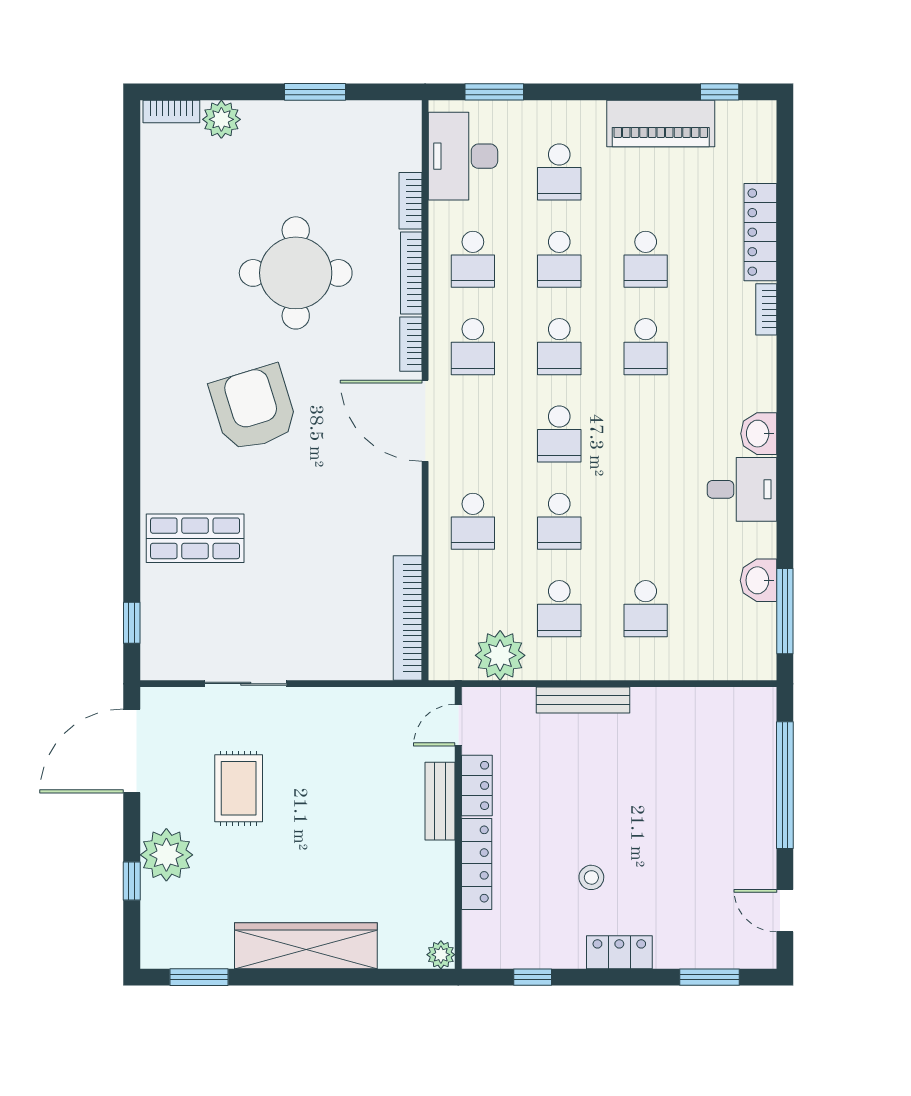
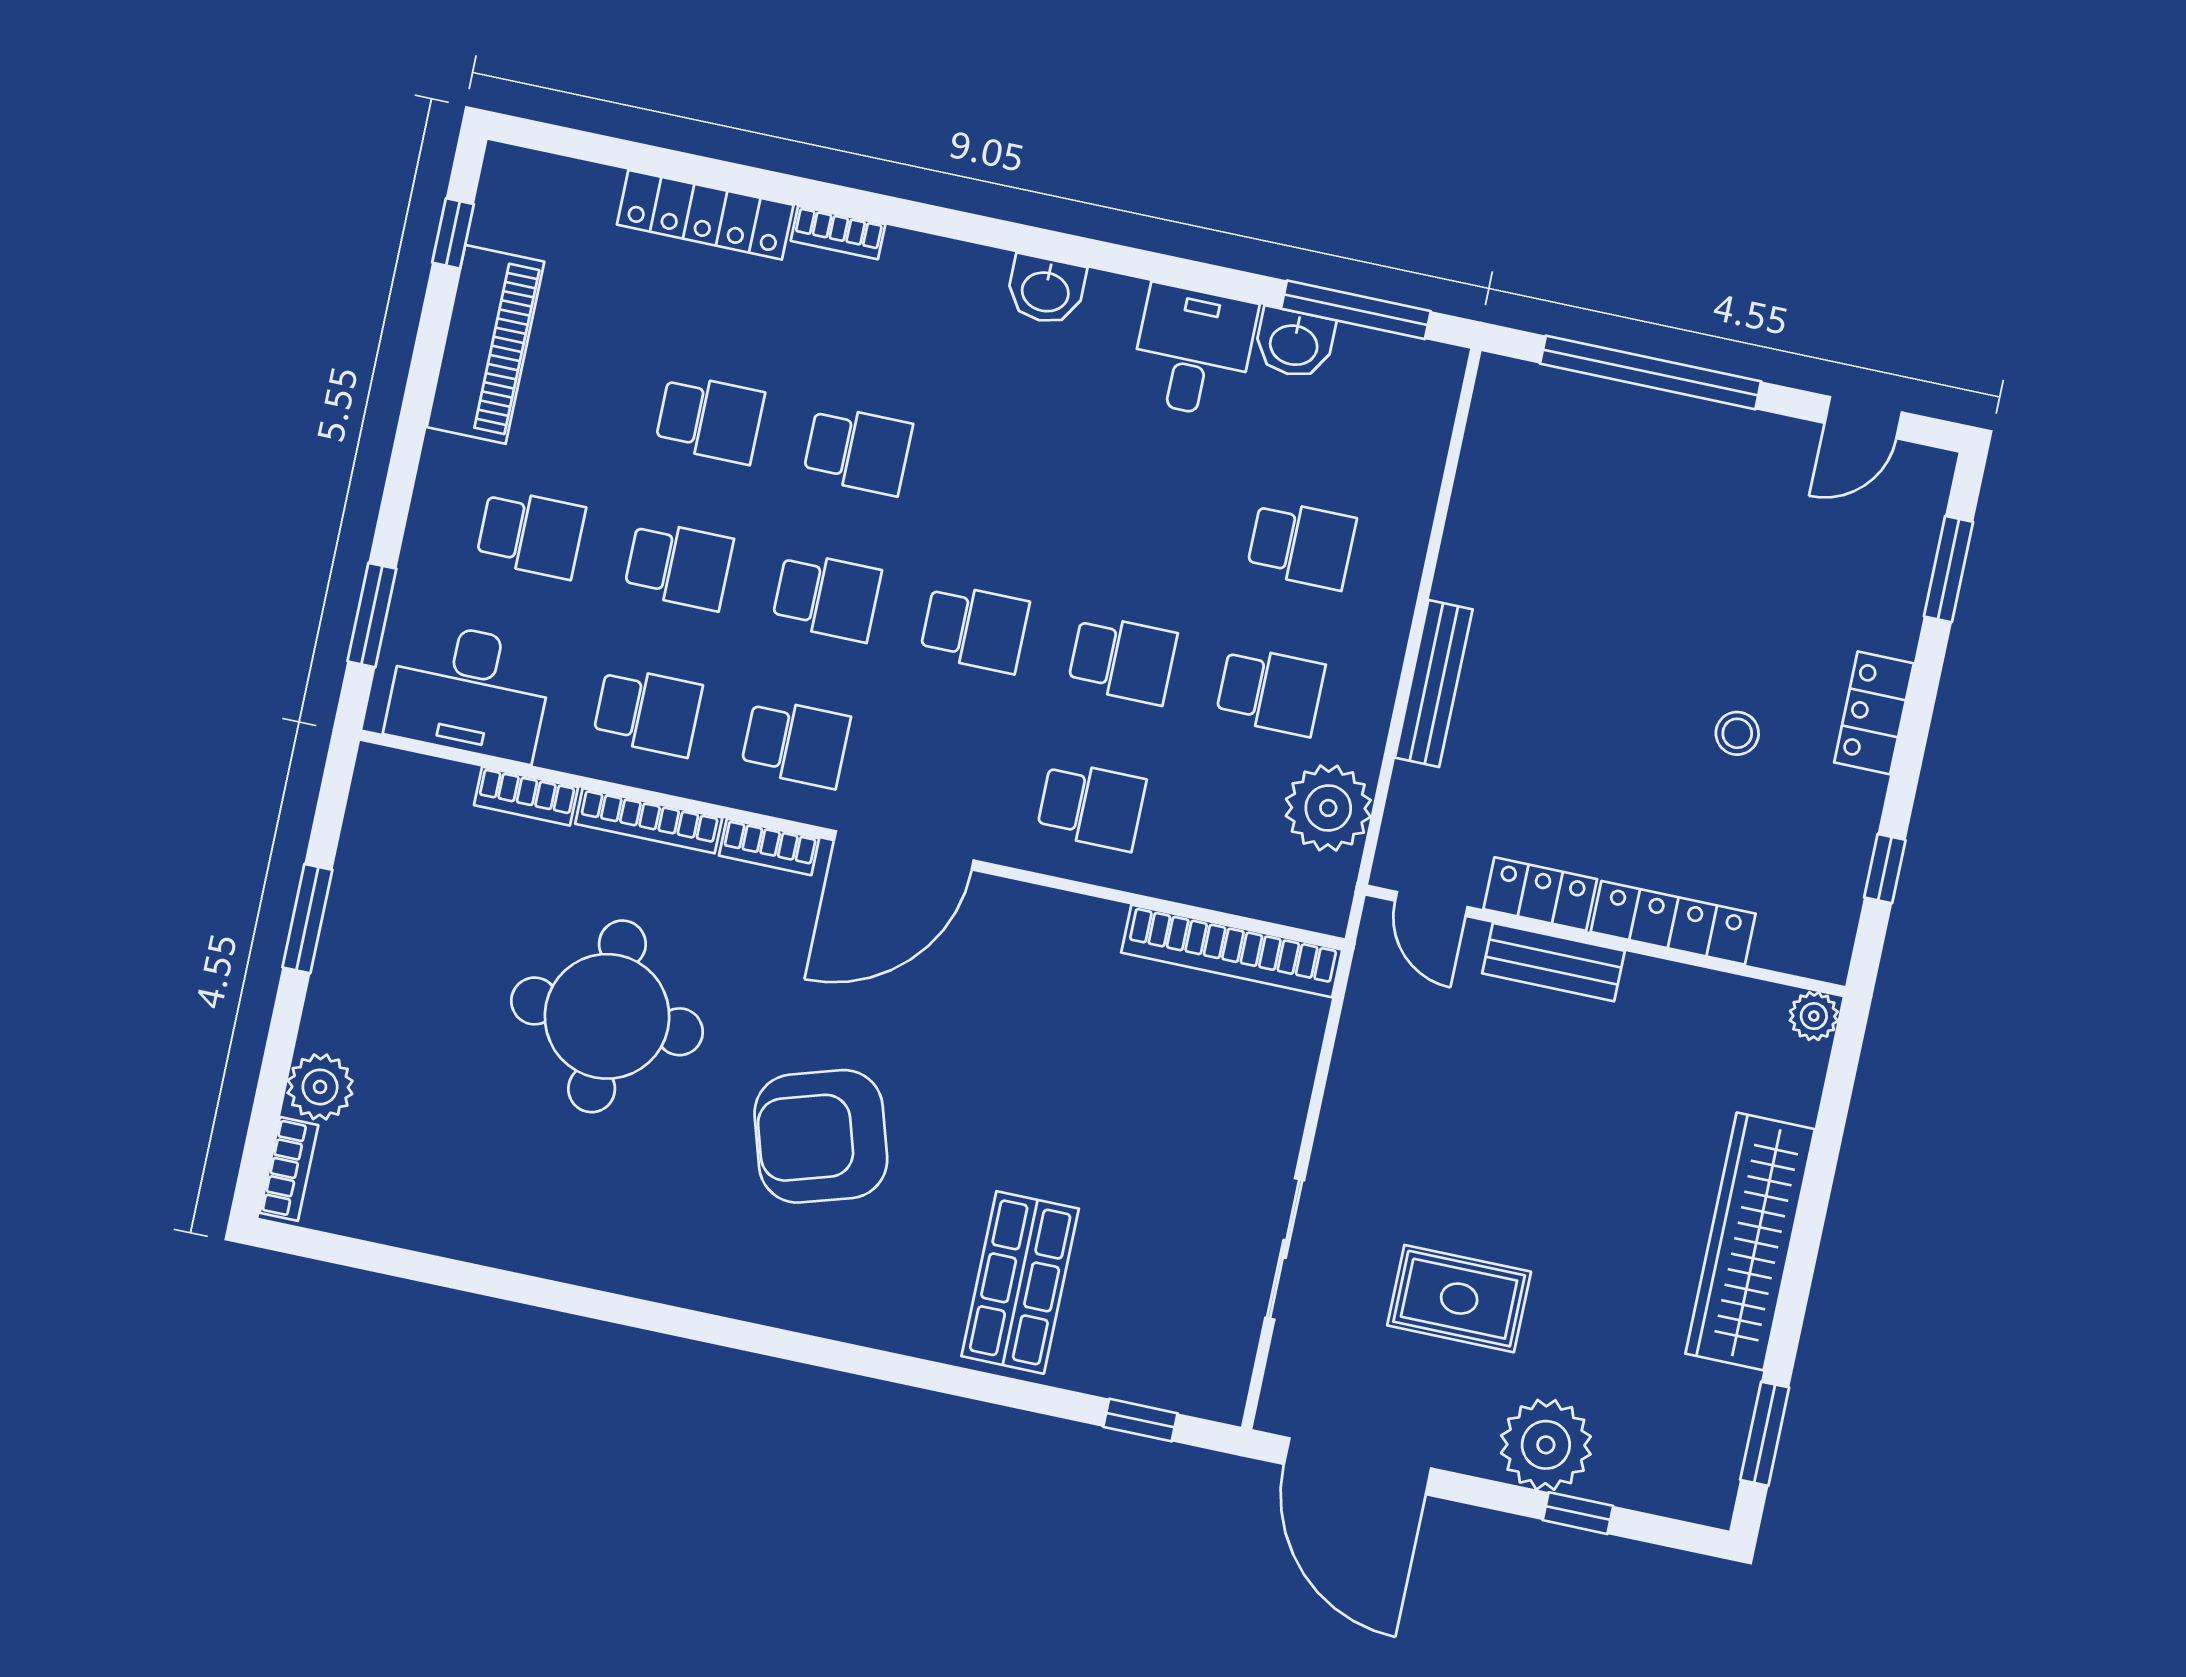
desk: (742, 489) -> (1193, 351), moved

